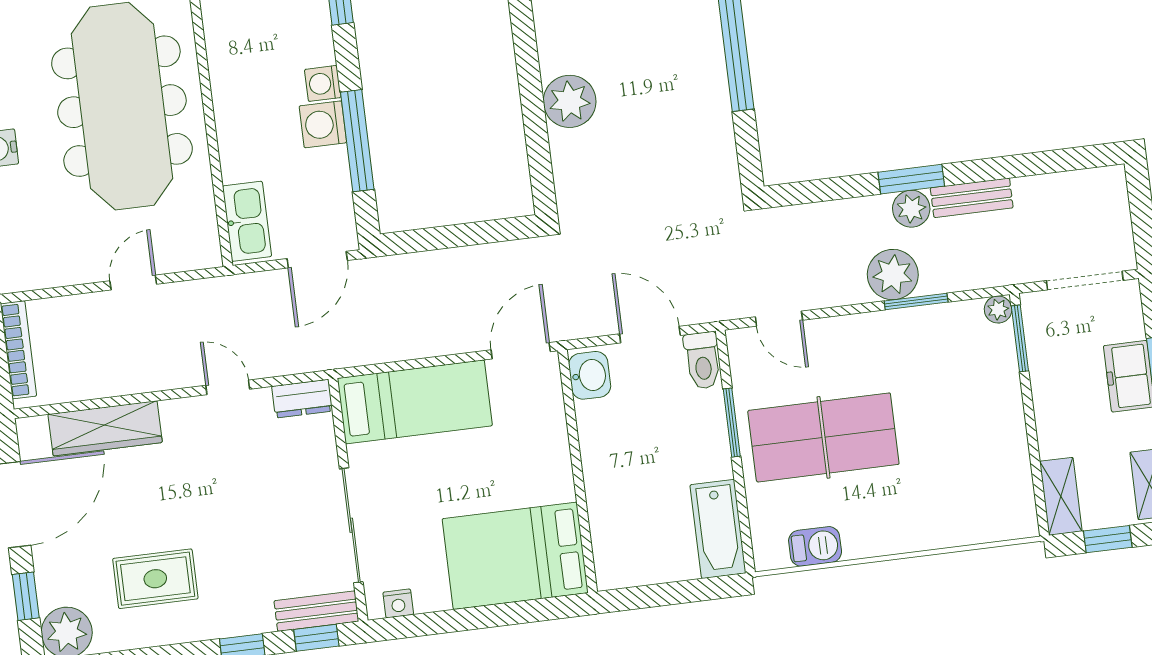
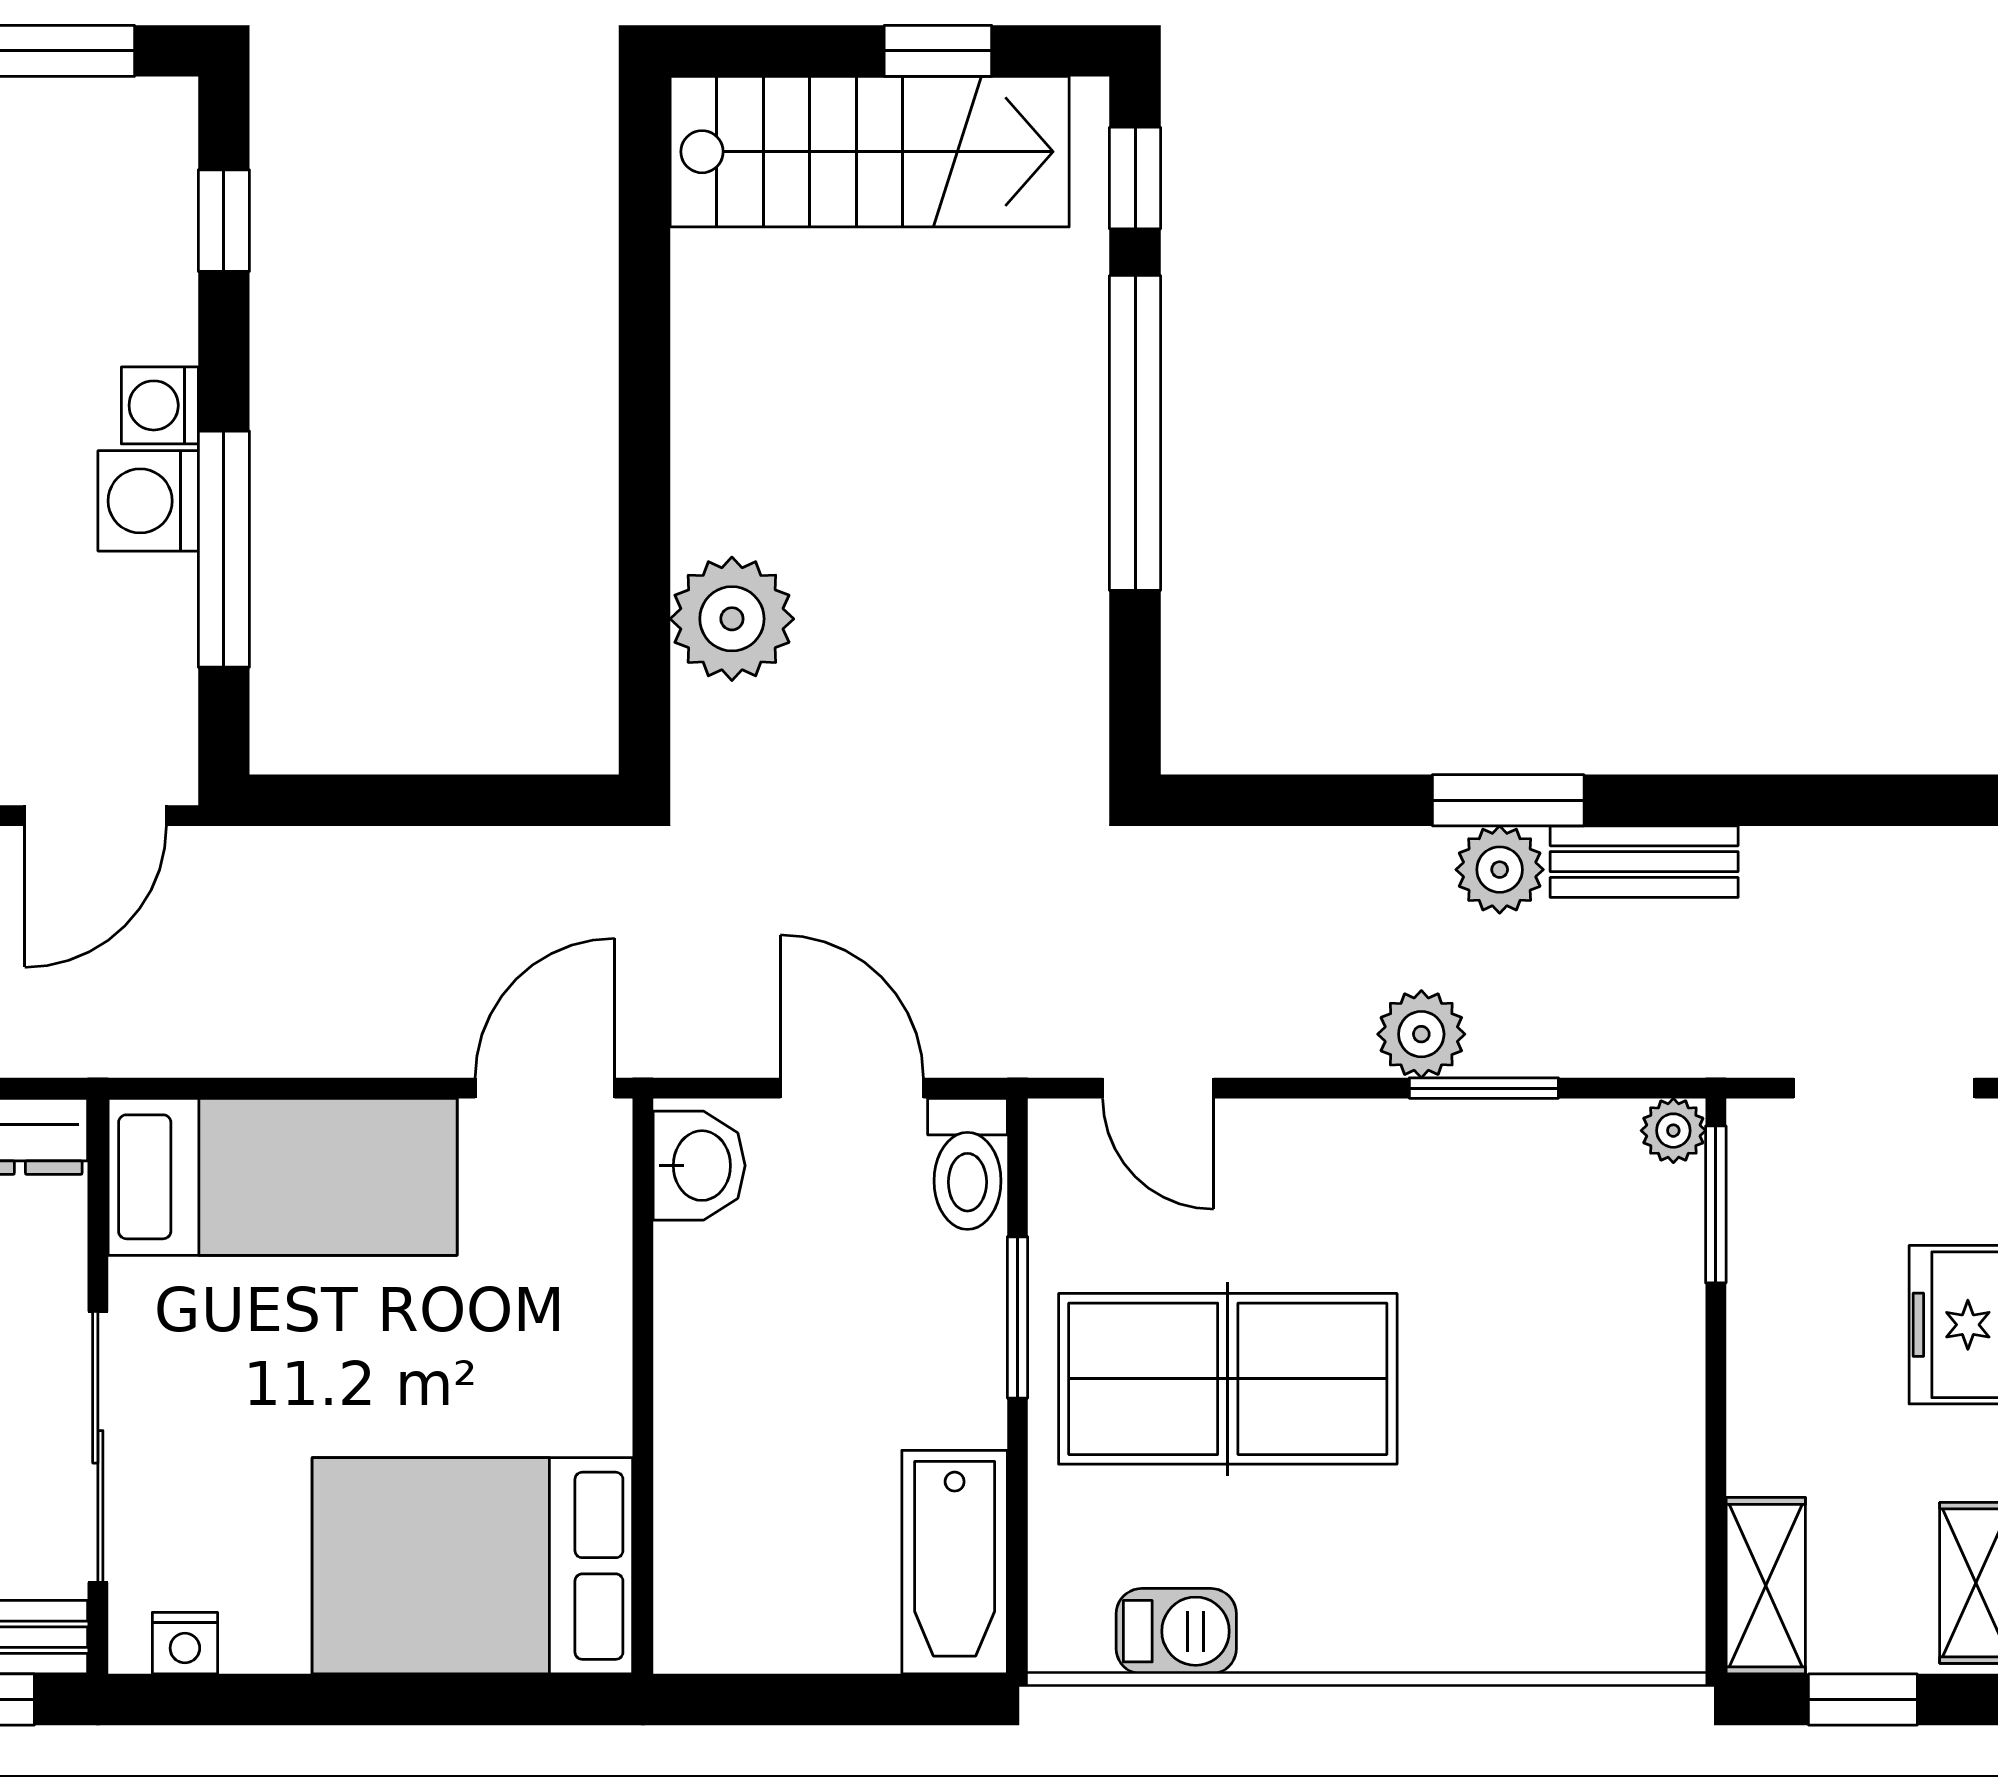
plant: (570, 101) -> (732, 619), moved
plant: (893, 275) -> (1421, 1034), width x0.73, depth x0.73

